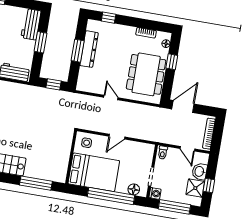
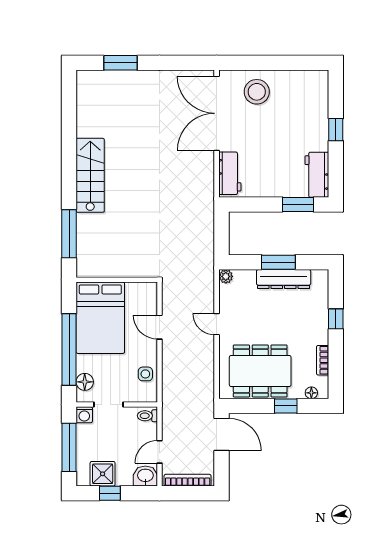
window: (109, 18) -> (336, 319), moved
workbench: (31, 24) -> (317, 175), moved, turned -90
window: (41, 42) -> (298, 205), moved
window: (54, 84) -> (222, 235), removed
plant: (81, 86) -> (226, 276), added
door: (111, 98) -> (217, 324), swing flipped
door: (117, 137) -> (160, 327), moved
side table: (87, 143) -> (145, 374), moved
washbasin: (200, 172) -> (145, 476), moved

